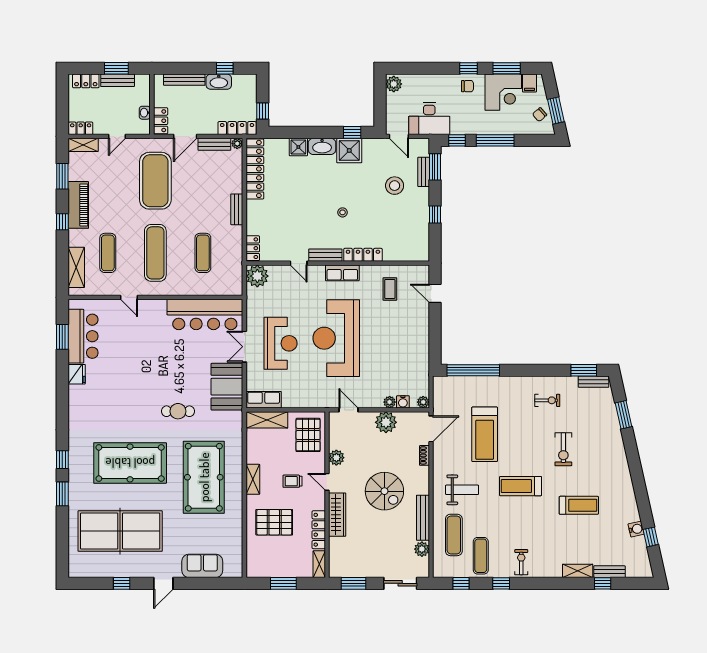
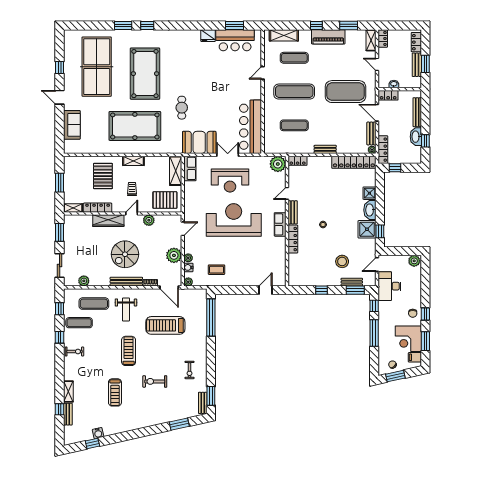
coffee table: (390, 289) -> (216, 270), moved
bench: (423, 518) -> (126, 282), moved

